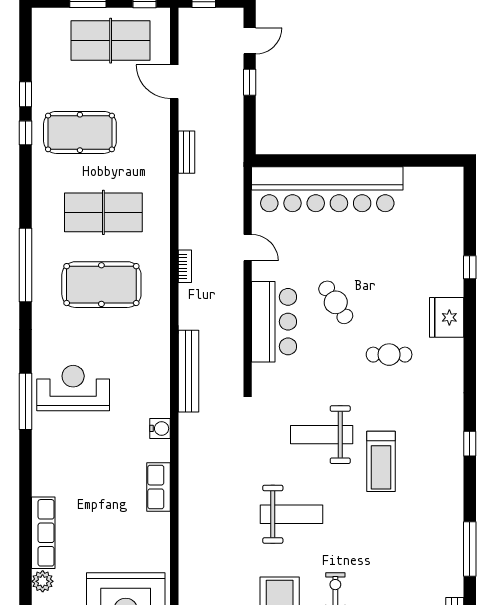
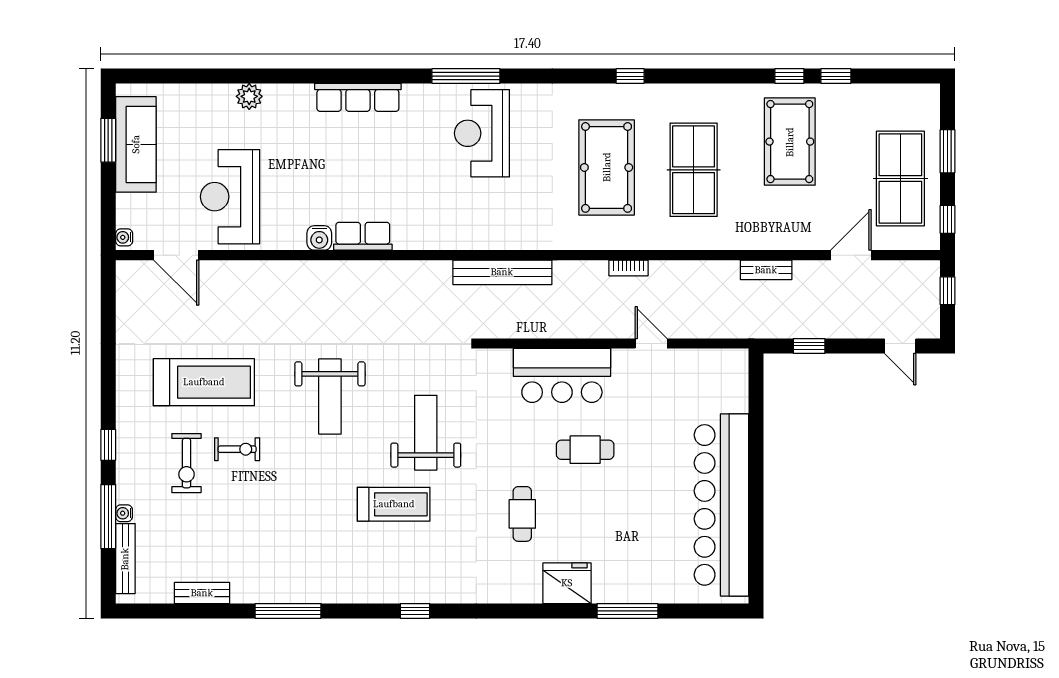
window: (250, 82) -> (809, 346), moved
bar counter: (327, 189) -> (721, 505), moved
door: (248, 248) -> (651, 343), swing flipped
window: (26, 265) -> (630, 76), width x0.32
window: (470, 267) -> (628, 611), width x2.17
cafe table: (336, 302) -> (585, 450), turned 33
reception desk: (73, 388) -> (482, 133), turned 180
water cooler: (160, 428) -> (319, 238), moved
treadmill: (381, 461) -> (394, 504), turned 180
row of seats: (43, 533) -> (358, 97), moved

